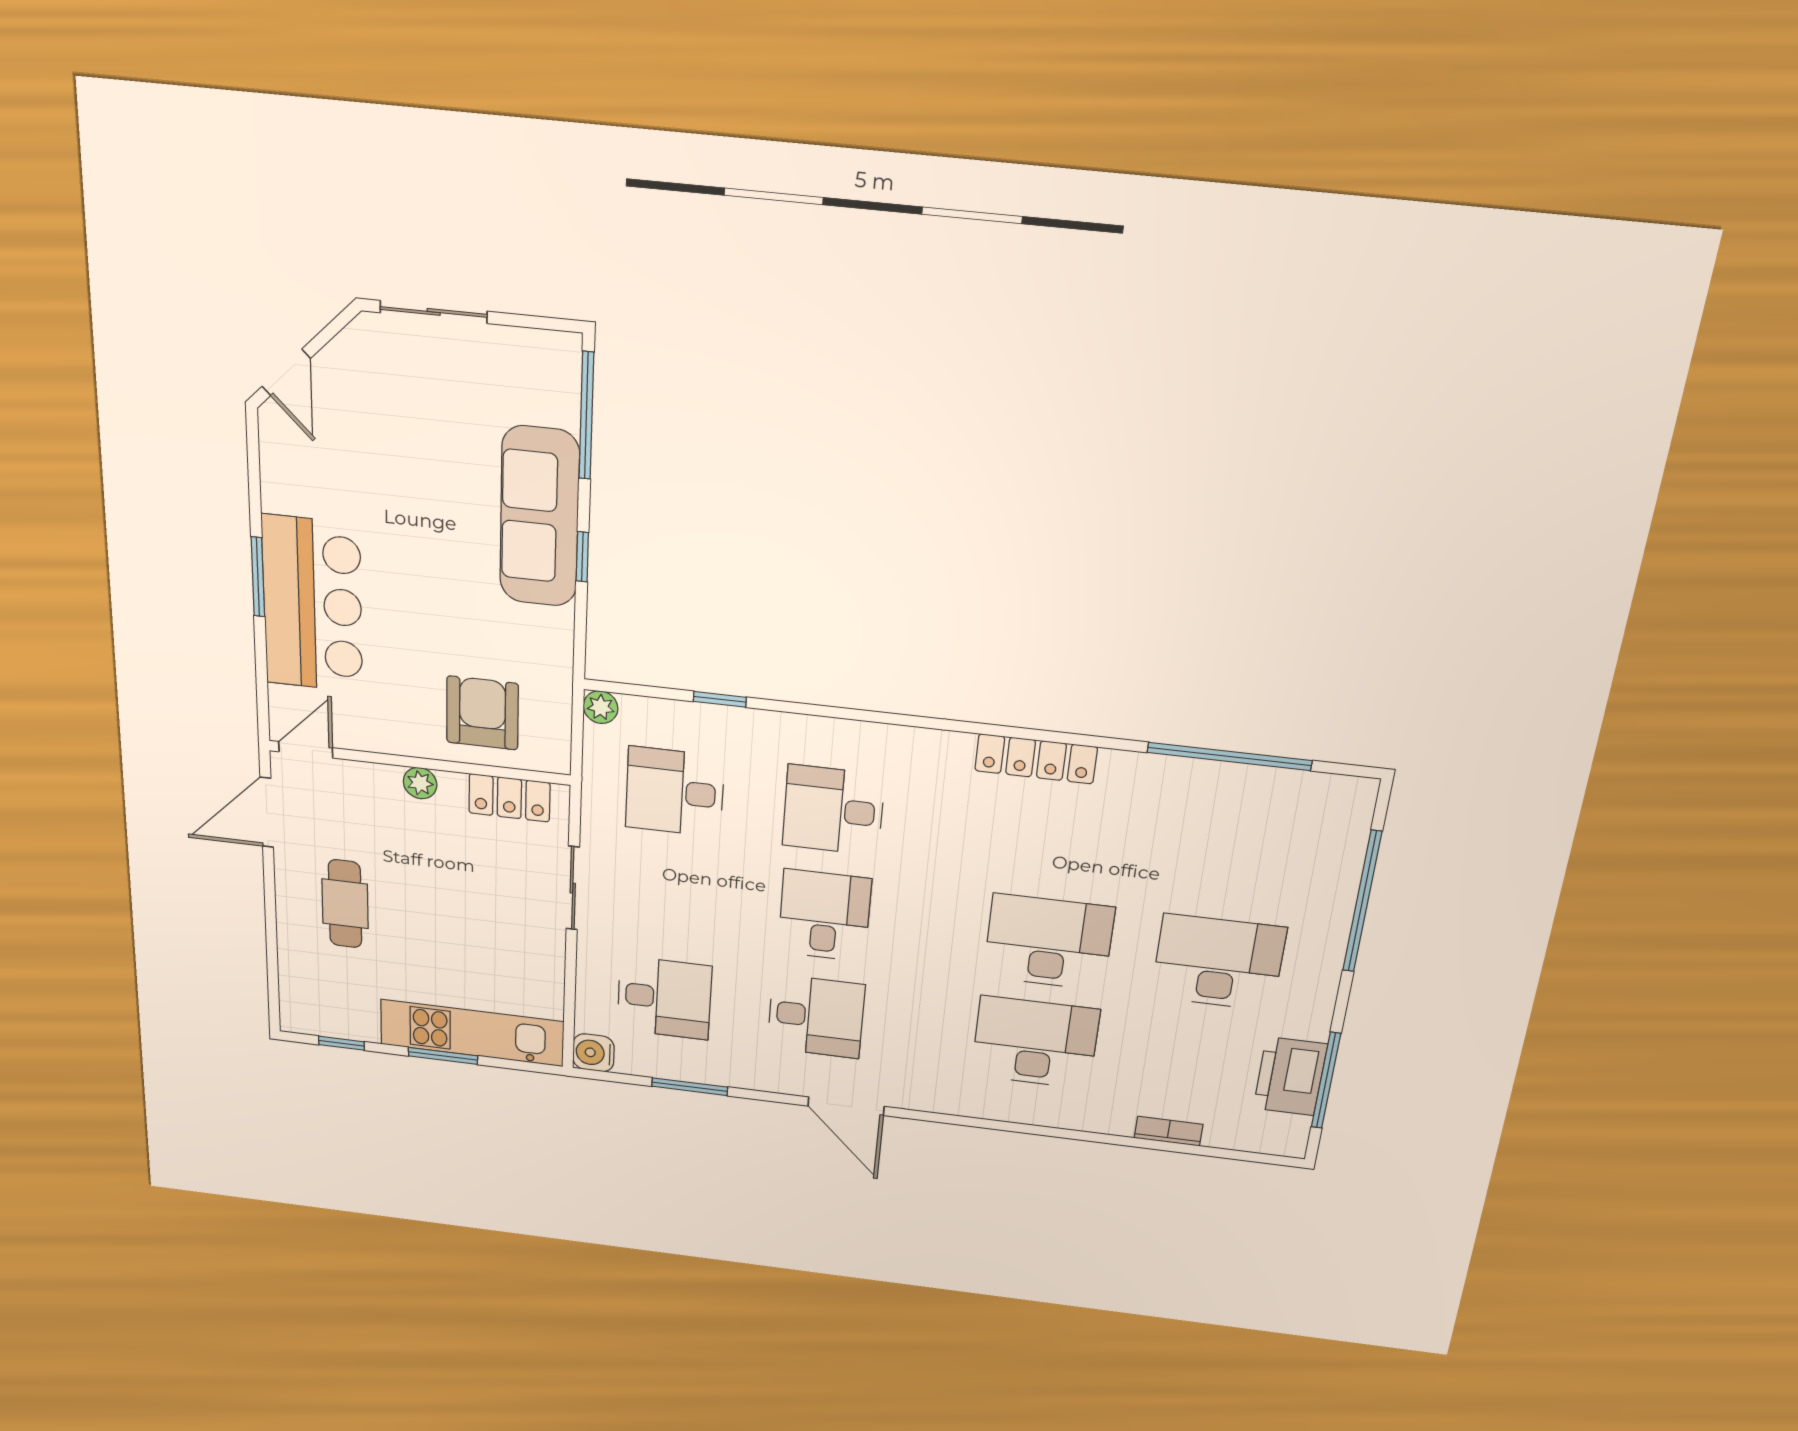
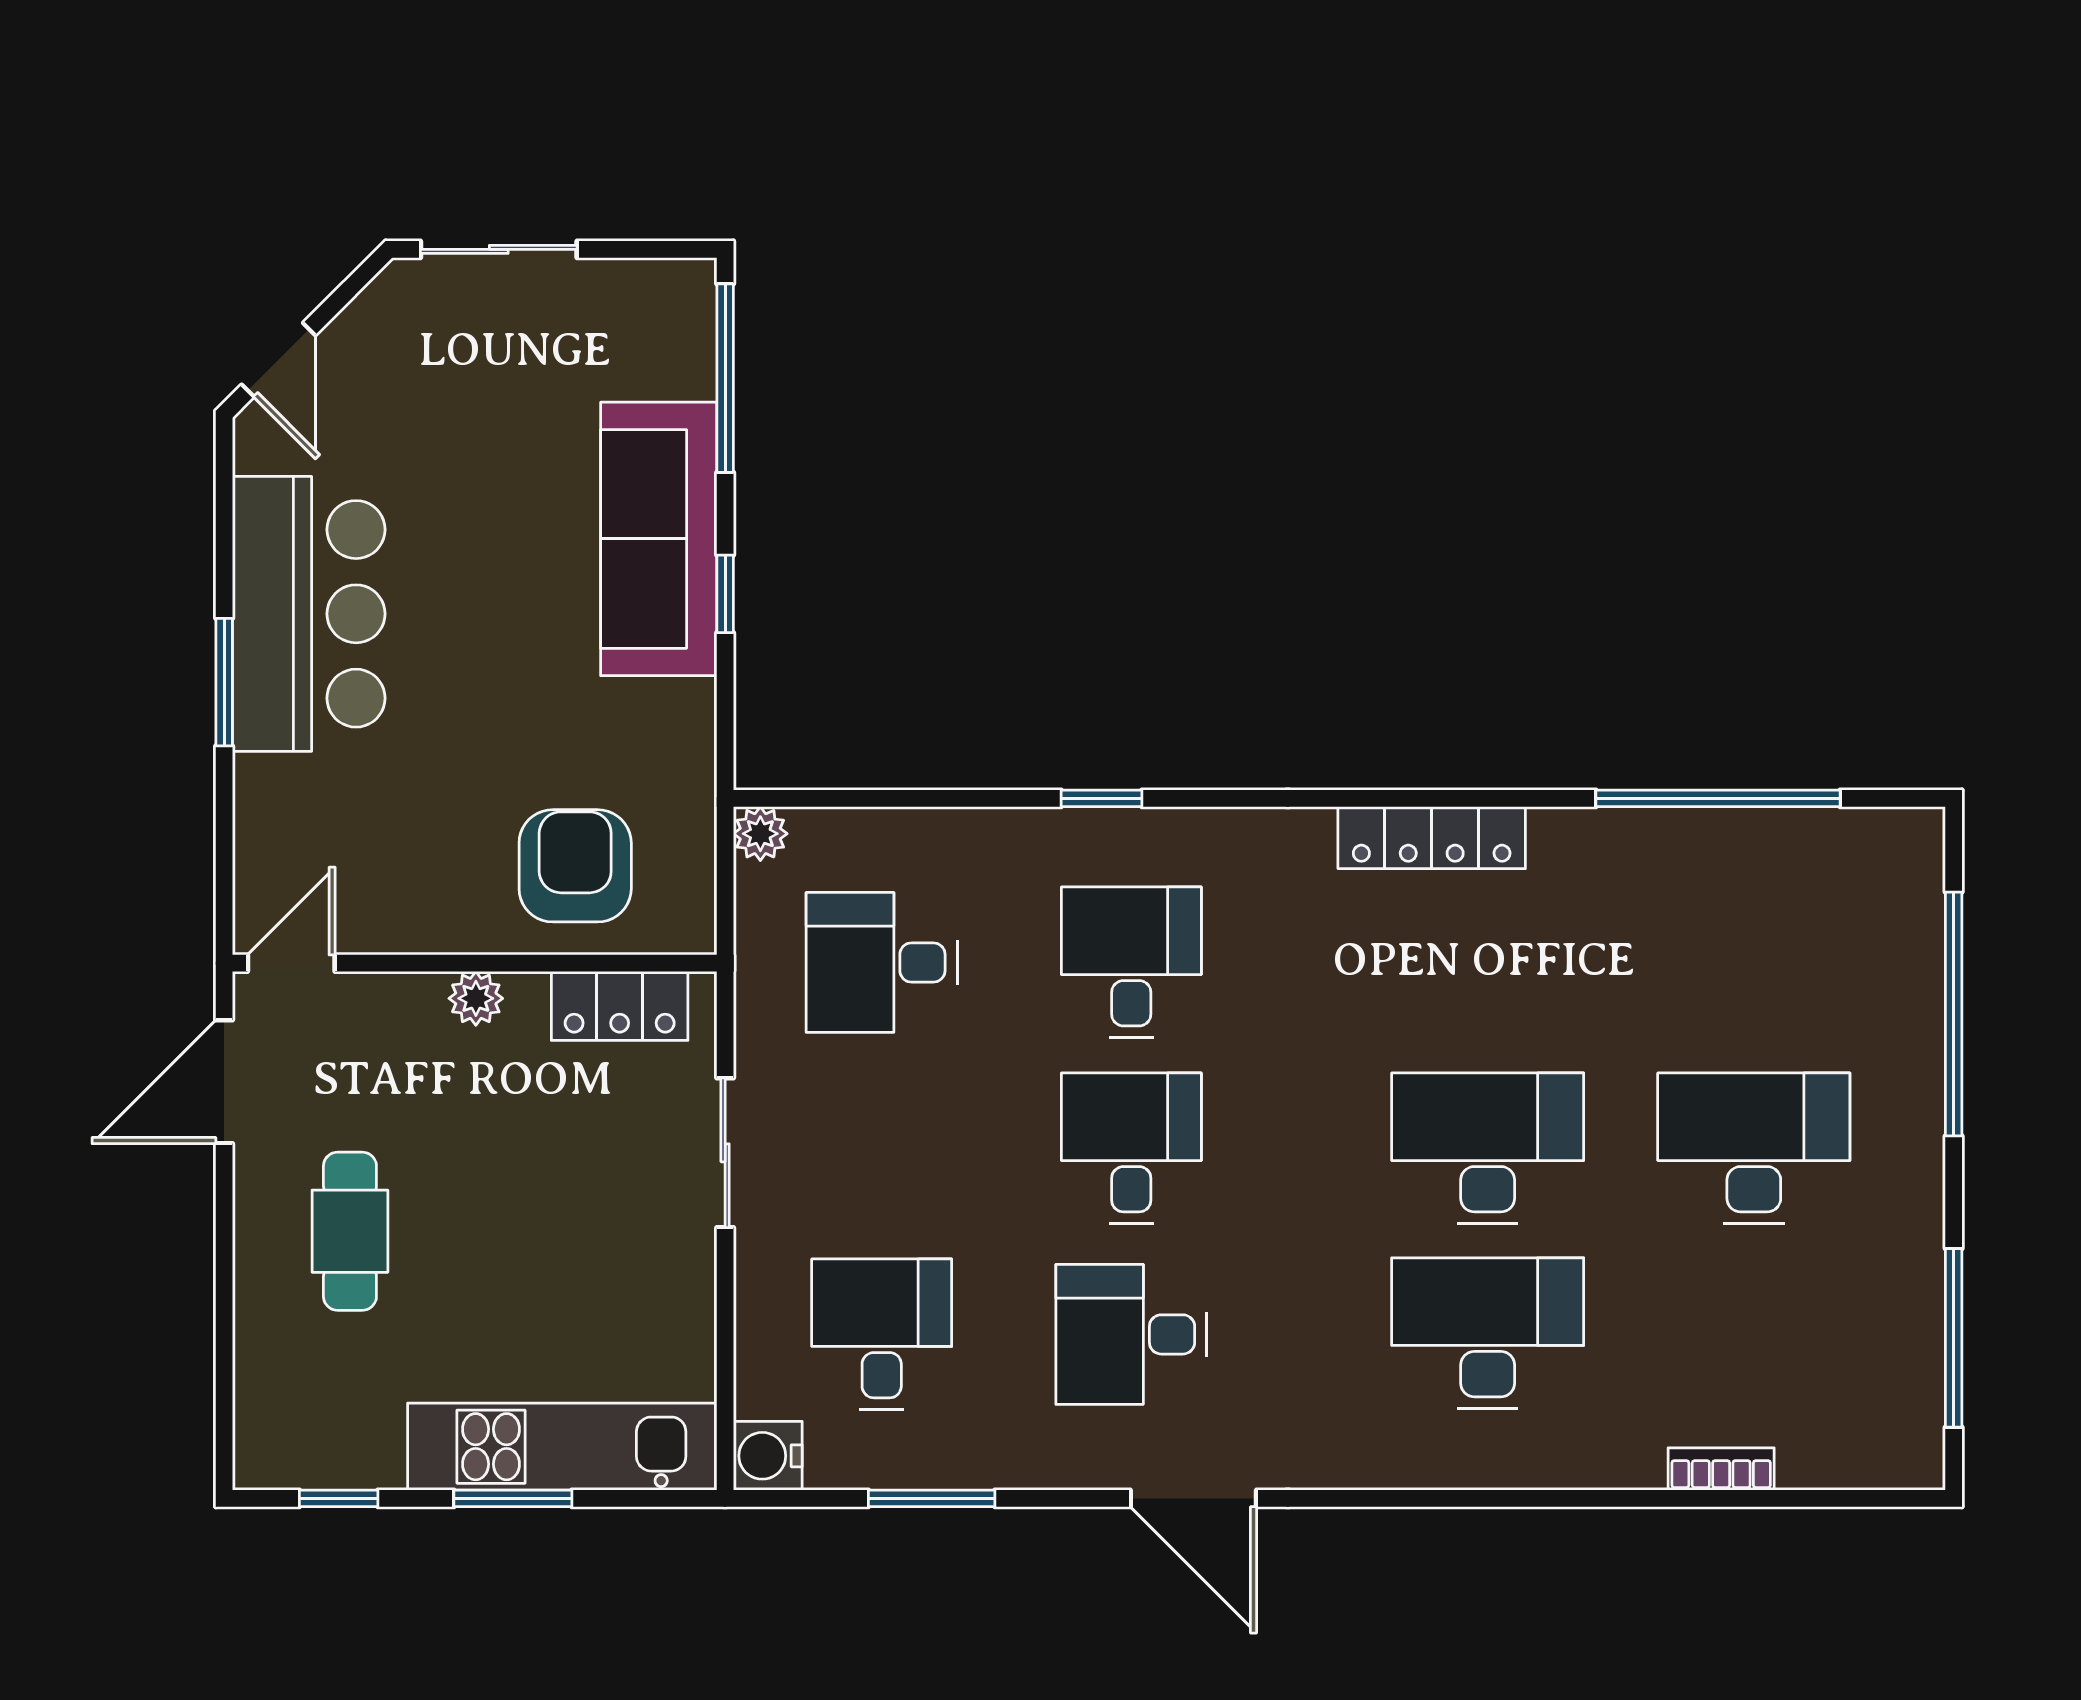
bar counter: (312, 604) -> (309, 614), moved
window: (720, 699) -> (1101, 798), moved
desk: (833, 810) -> (1131, 962), turned 90
desk: (664, 998) -> (882, 1334), turned -90
desk: (816, 1016) -> (1131, 1334), turned 180
printer: (1290, 1076) -> (1897, 1338), removed

